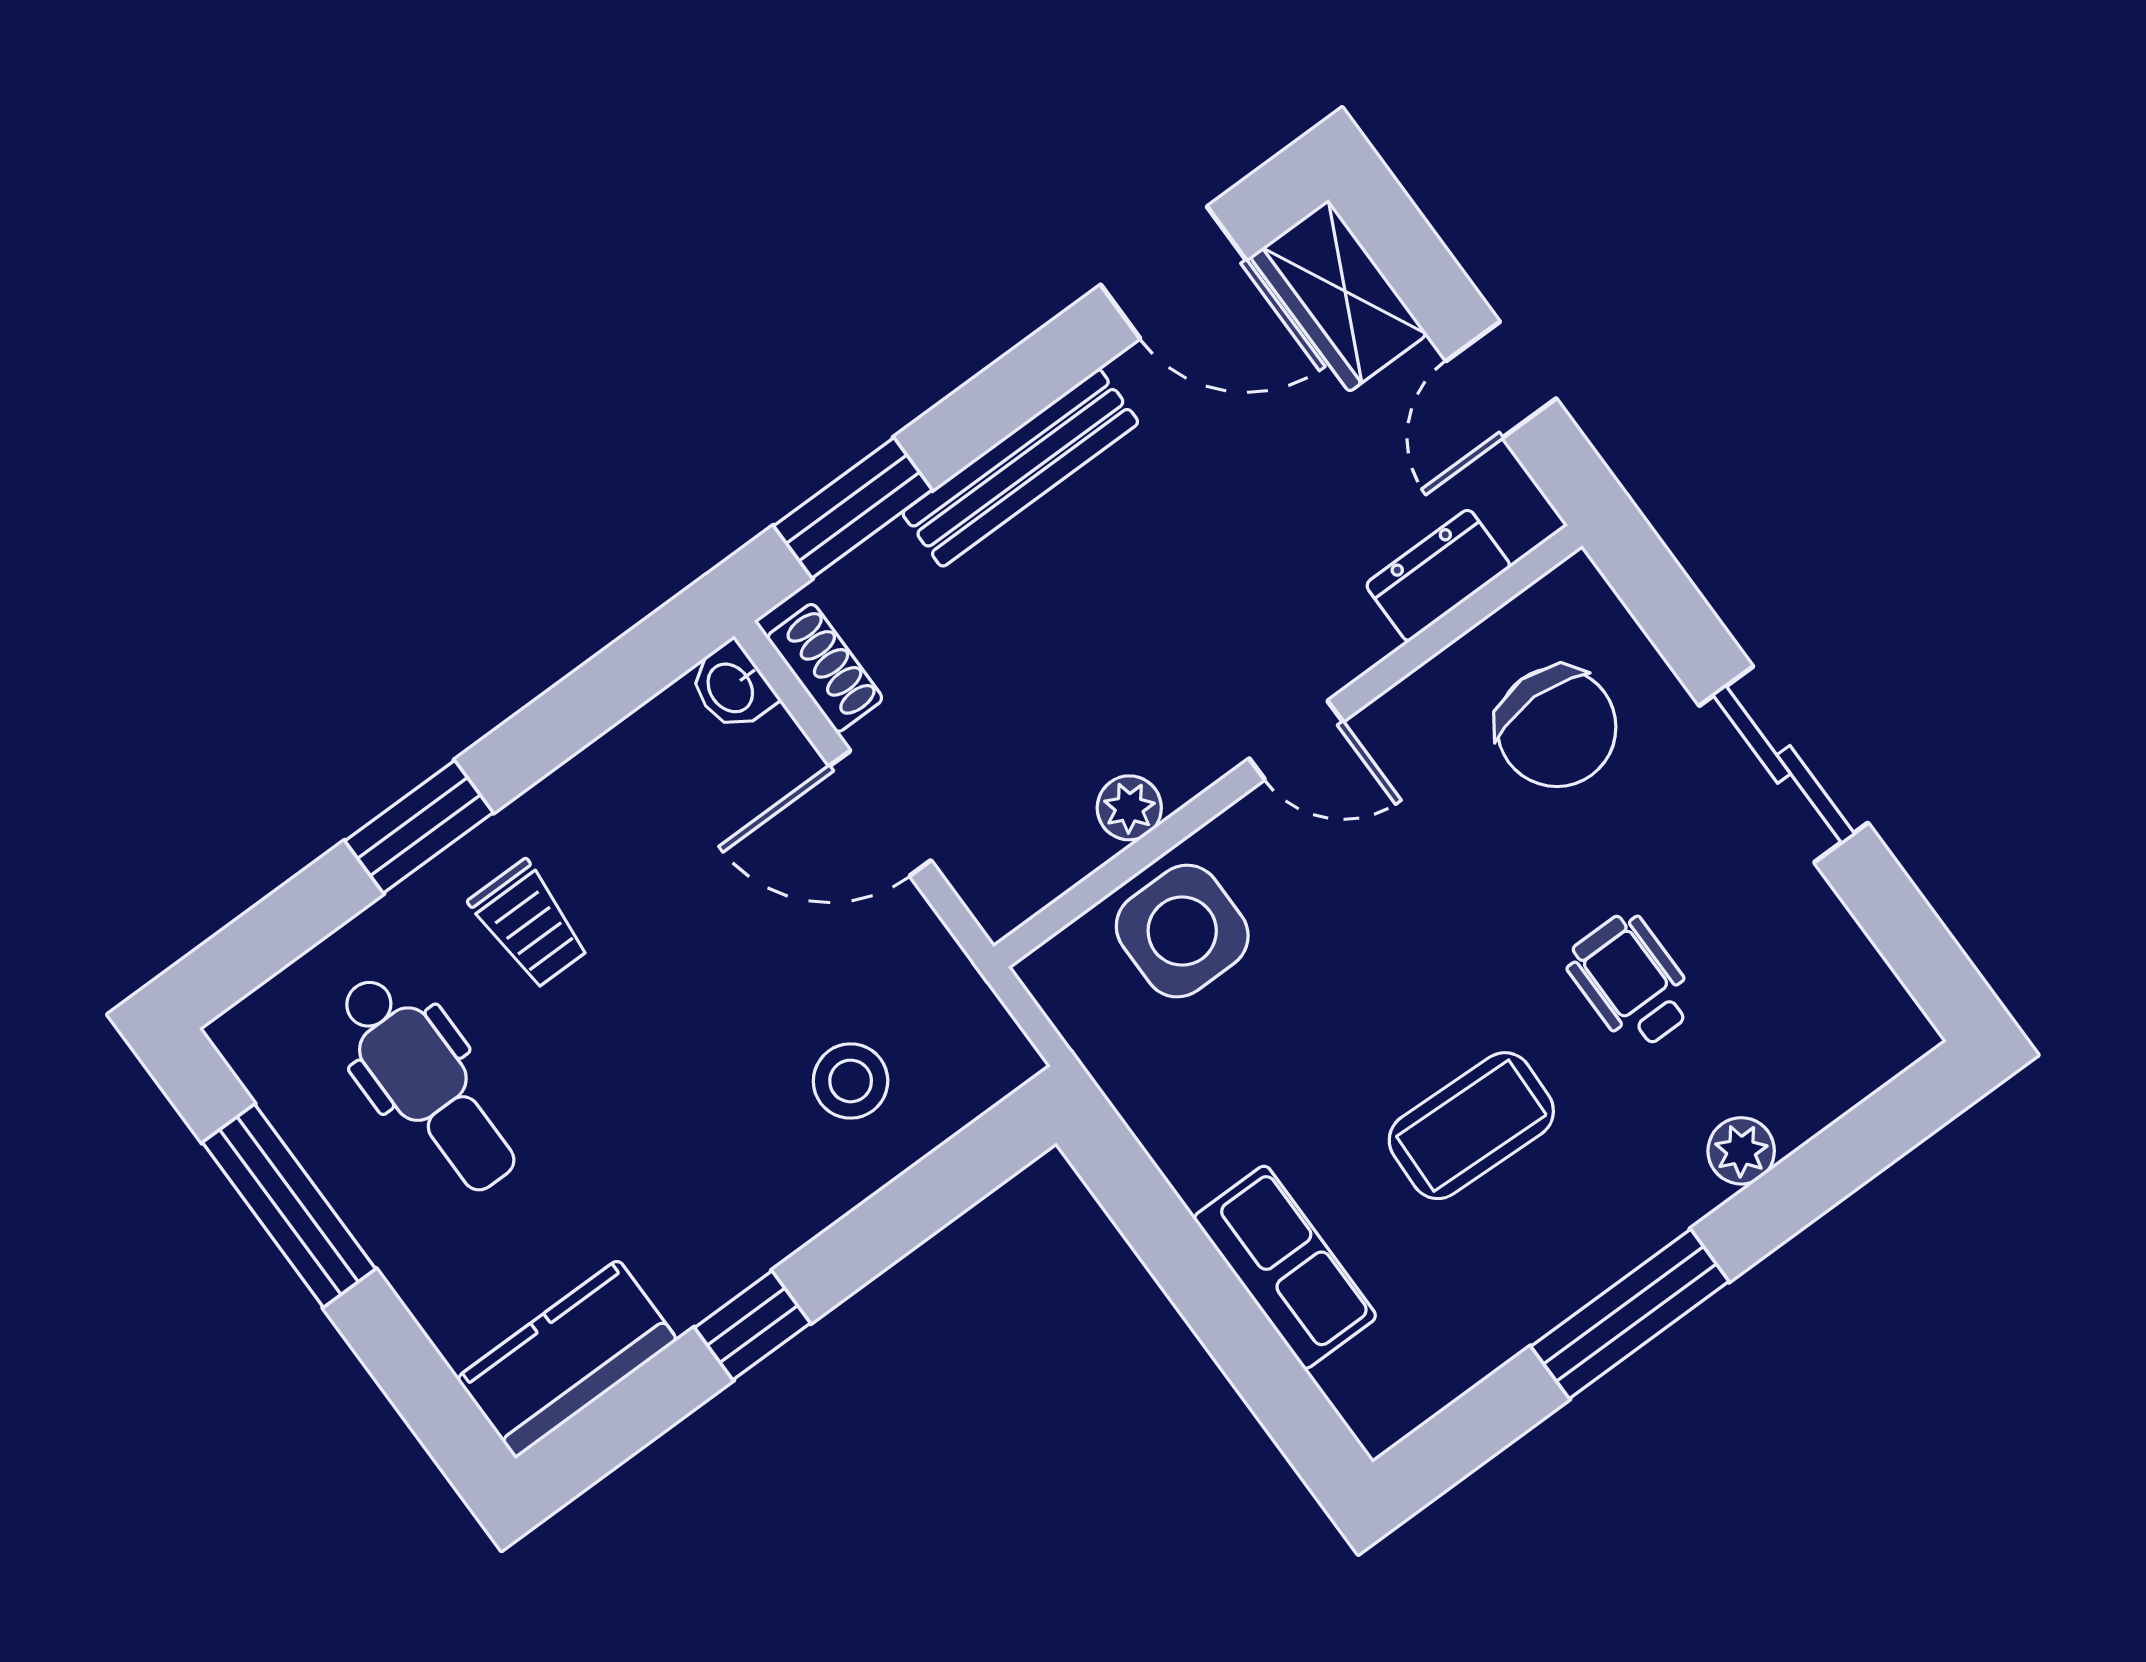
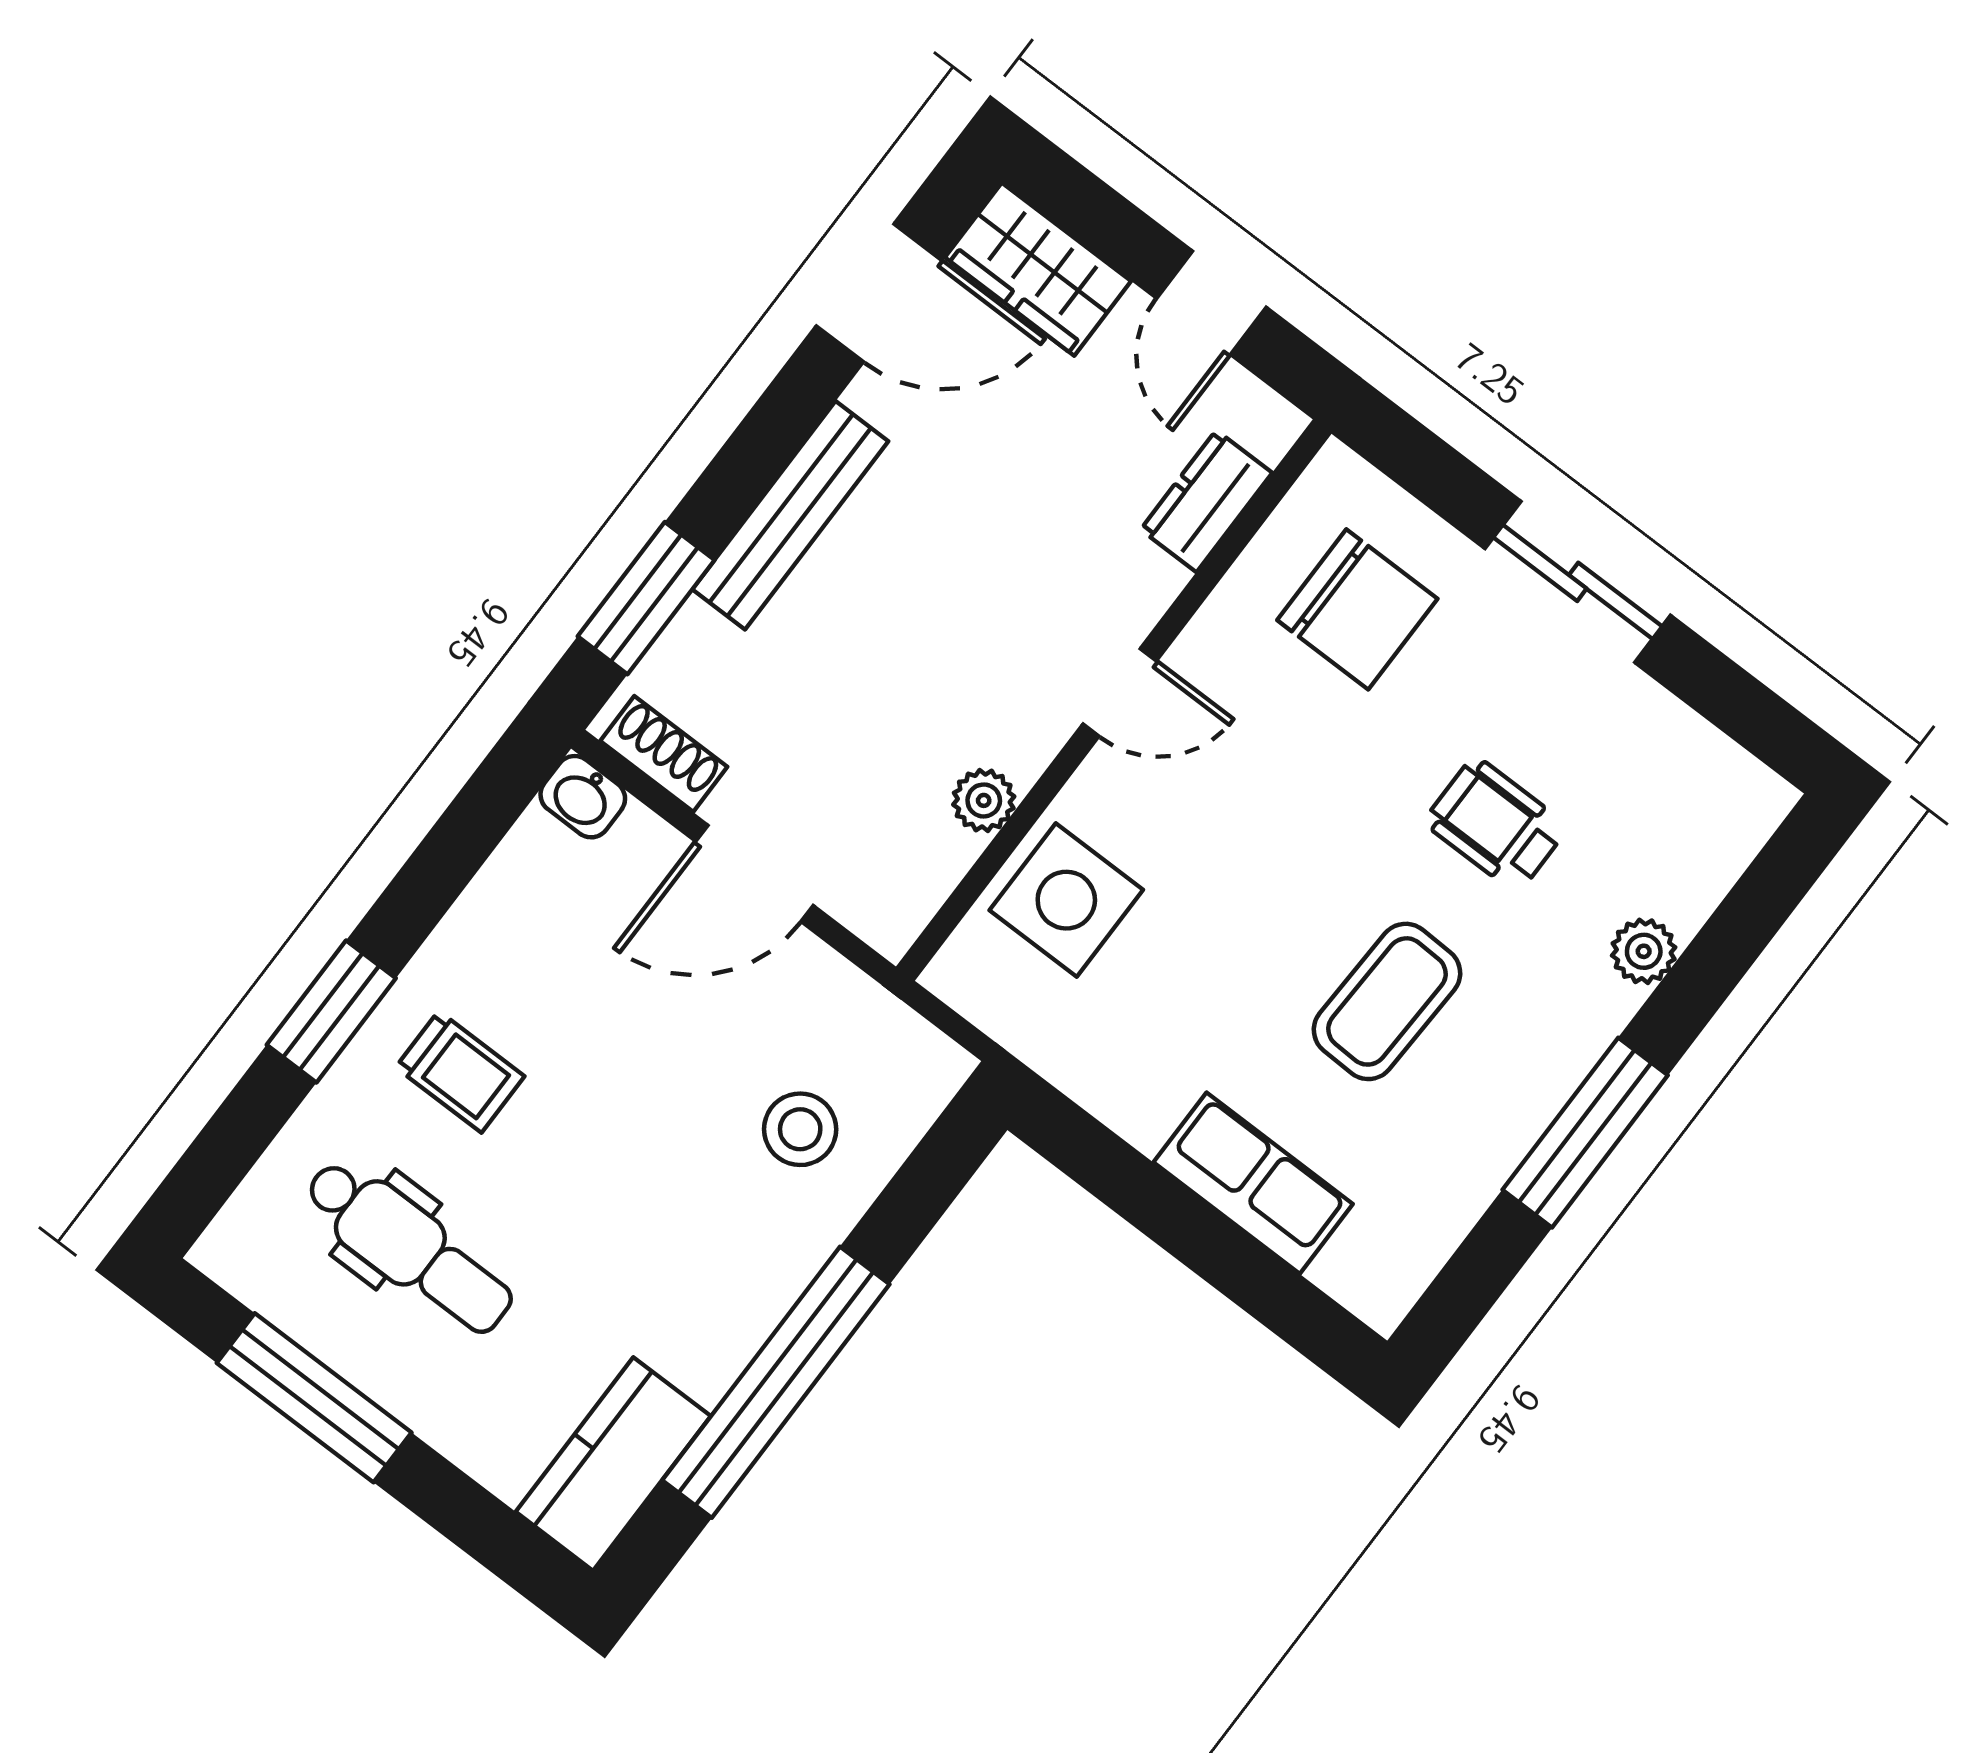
window: (752, 1325) -> (776, 1382), width x3.17

